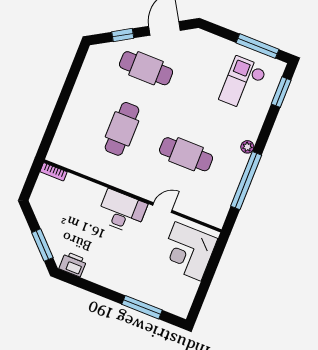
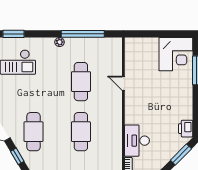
cafe table: (122, 129) -> (81, 132), turned 90
desk: (122, 212) -> (137, 141), moved
corner desk: (188, 251) -> (176, 54), moved

